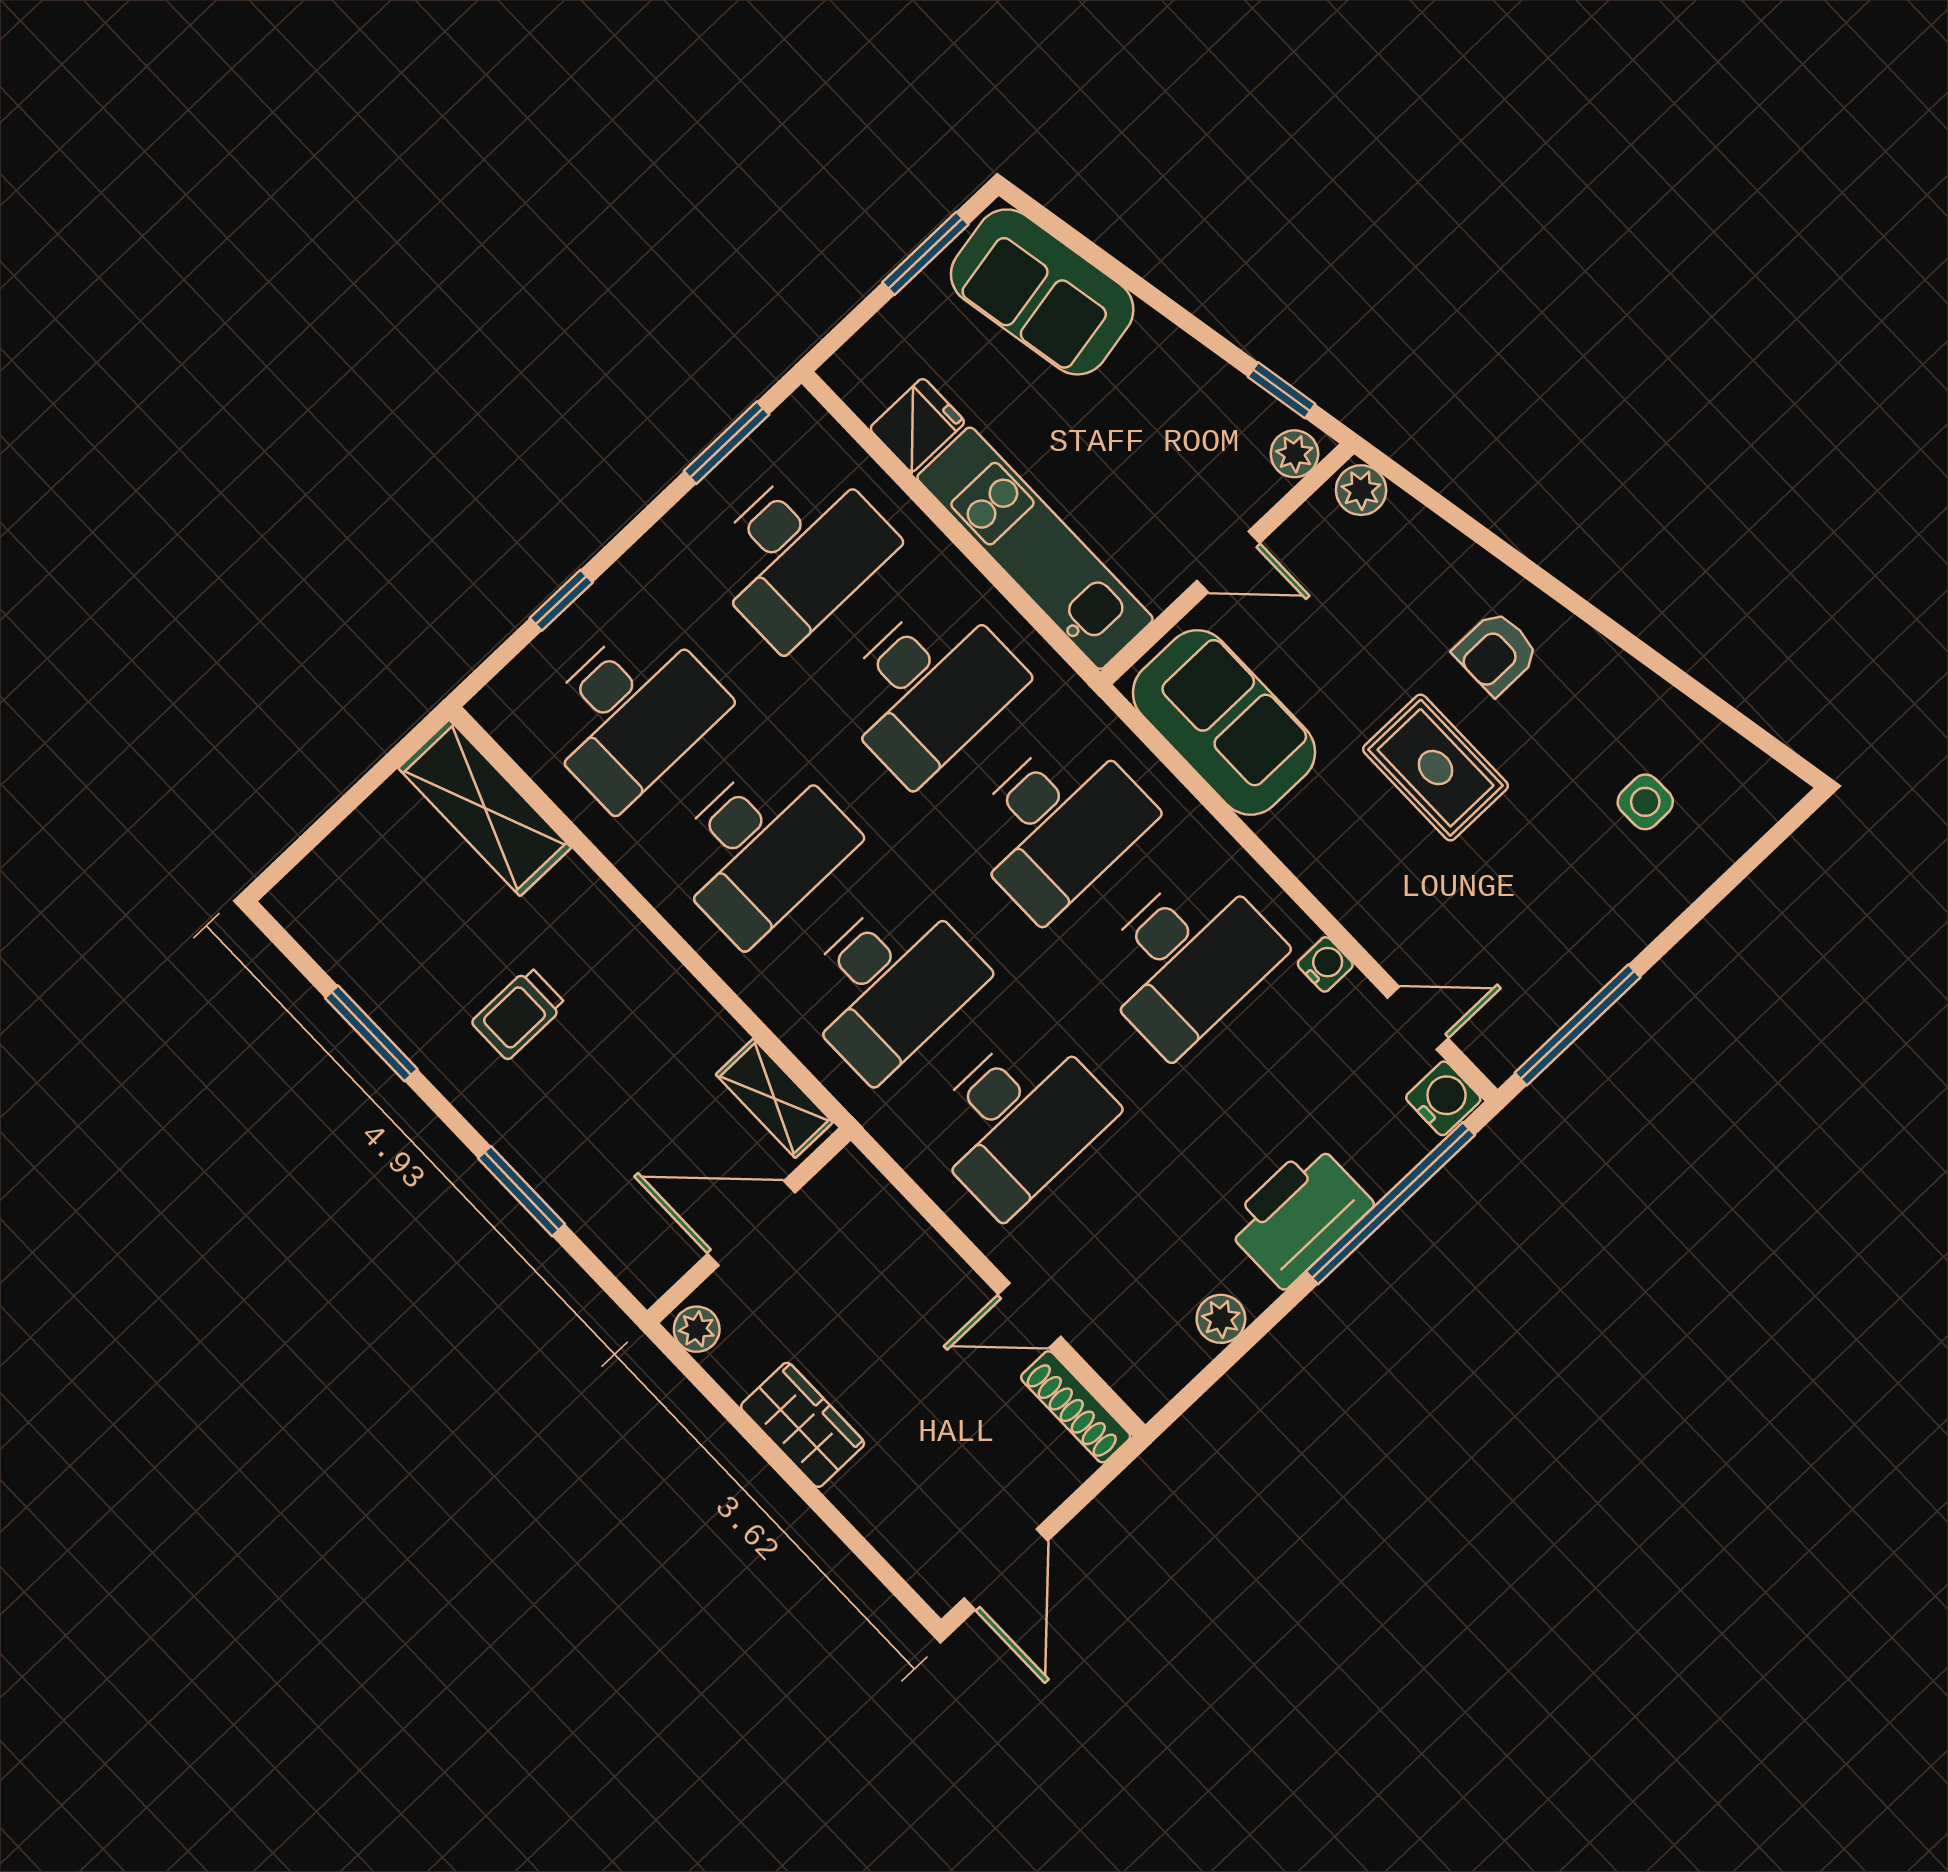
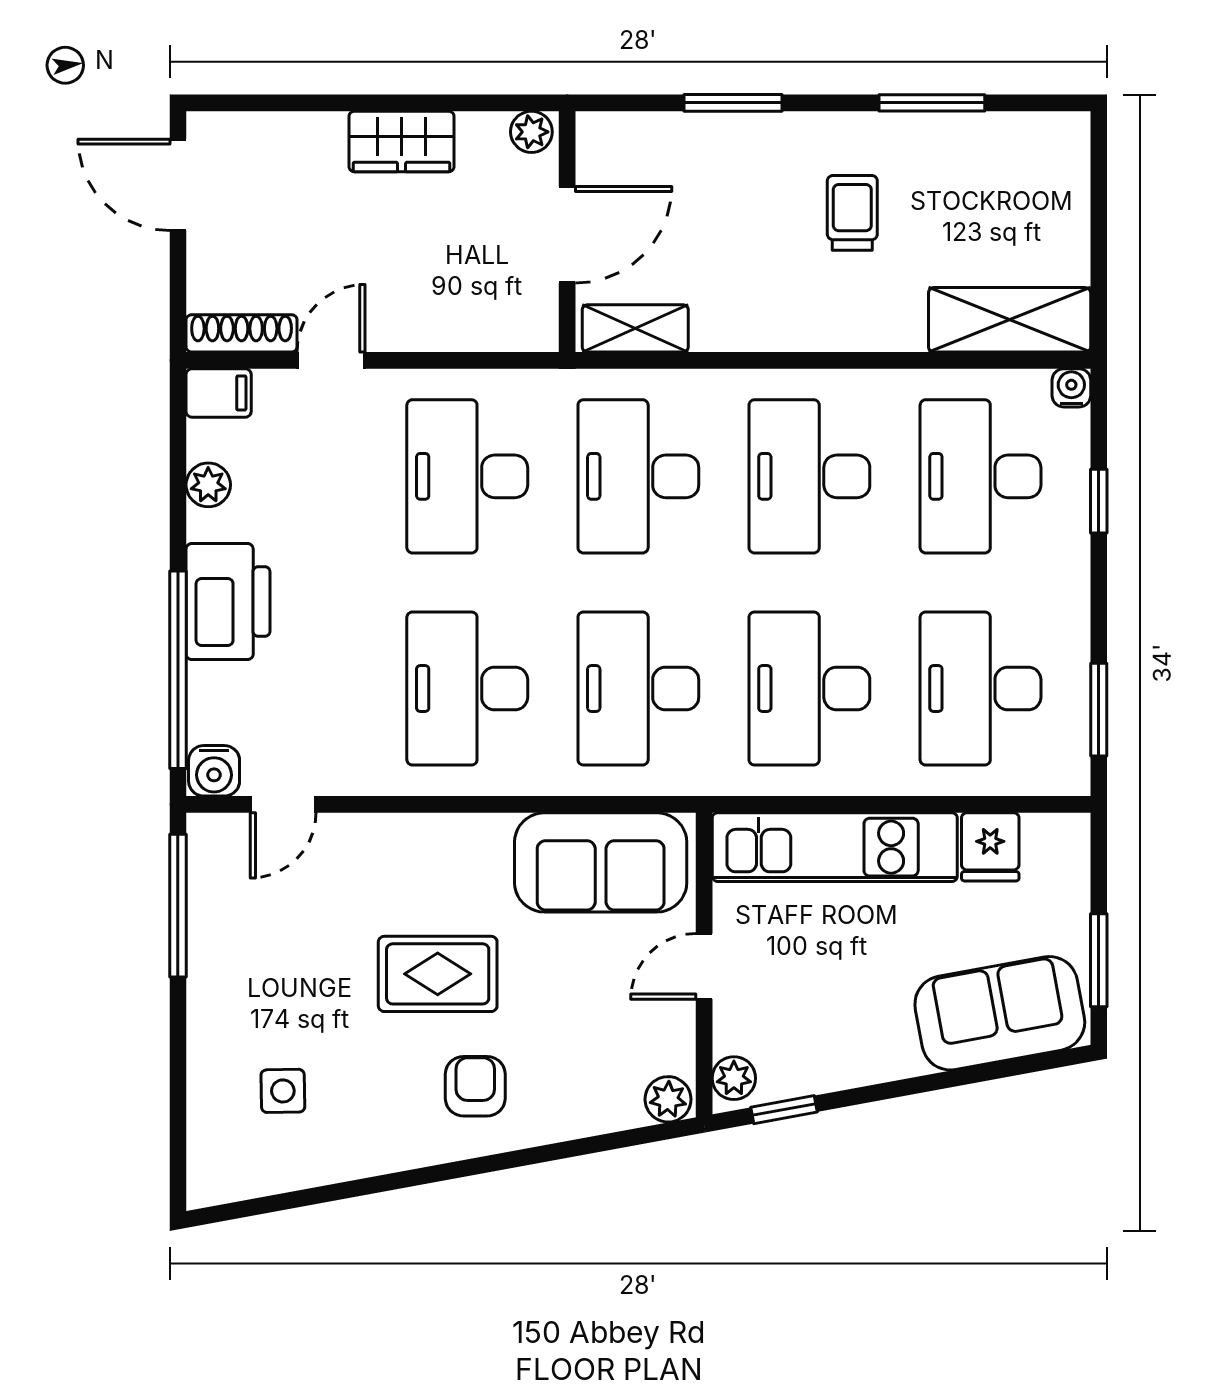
water cooler: (1325, 964) -> (1071, 388), moved, turned 180
filing cabinet: (1140, 1380) -> (219, 393), added

